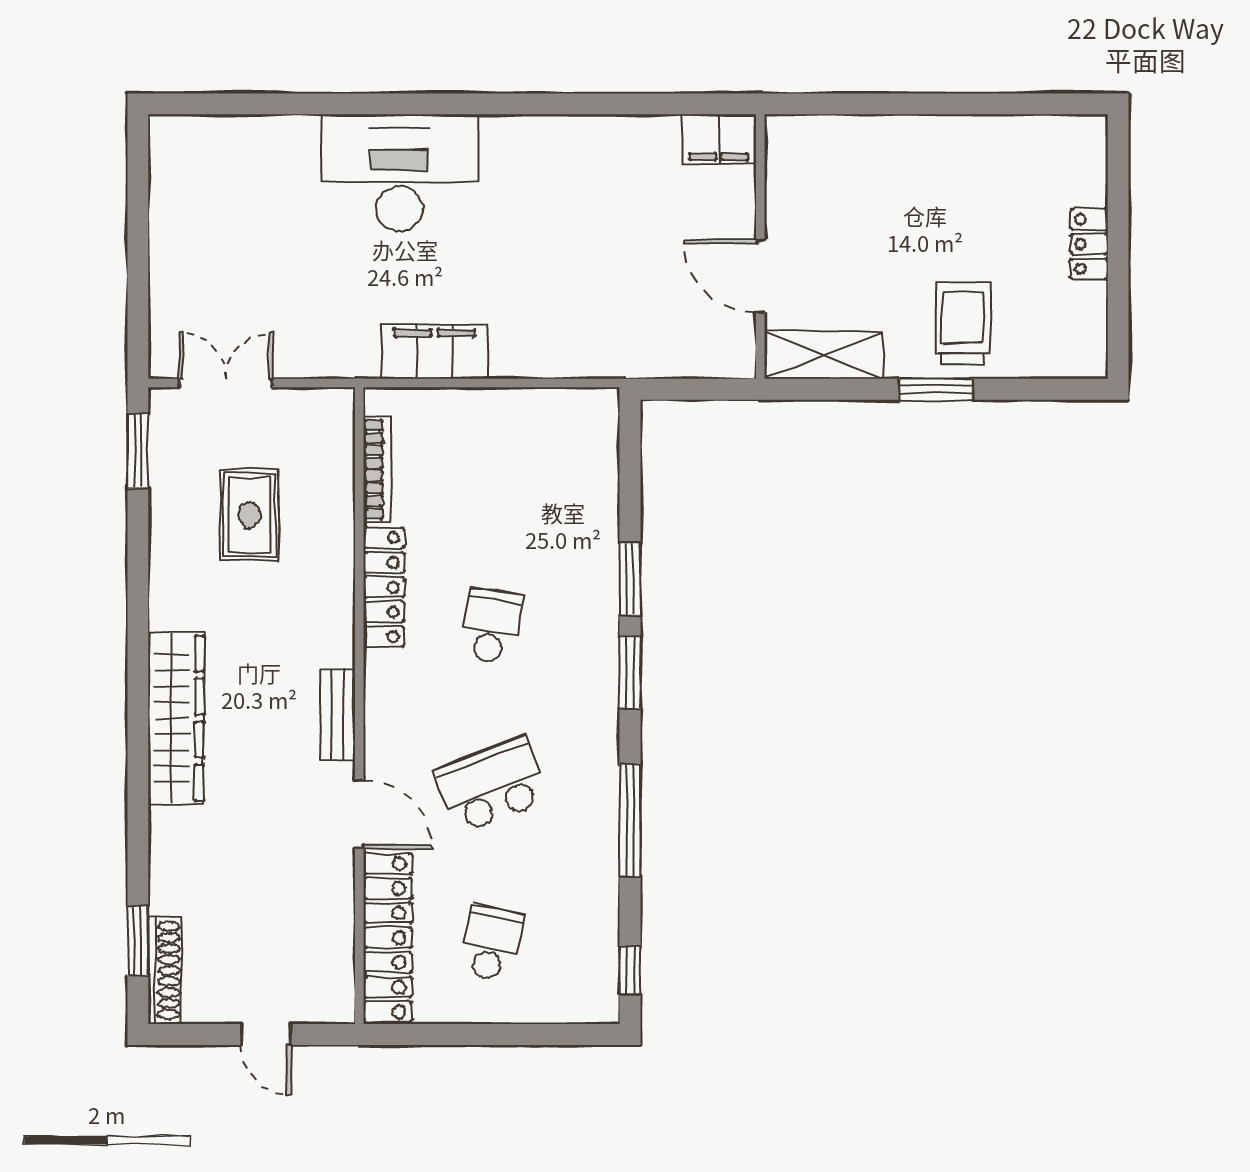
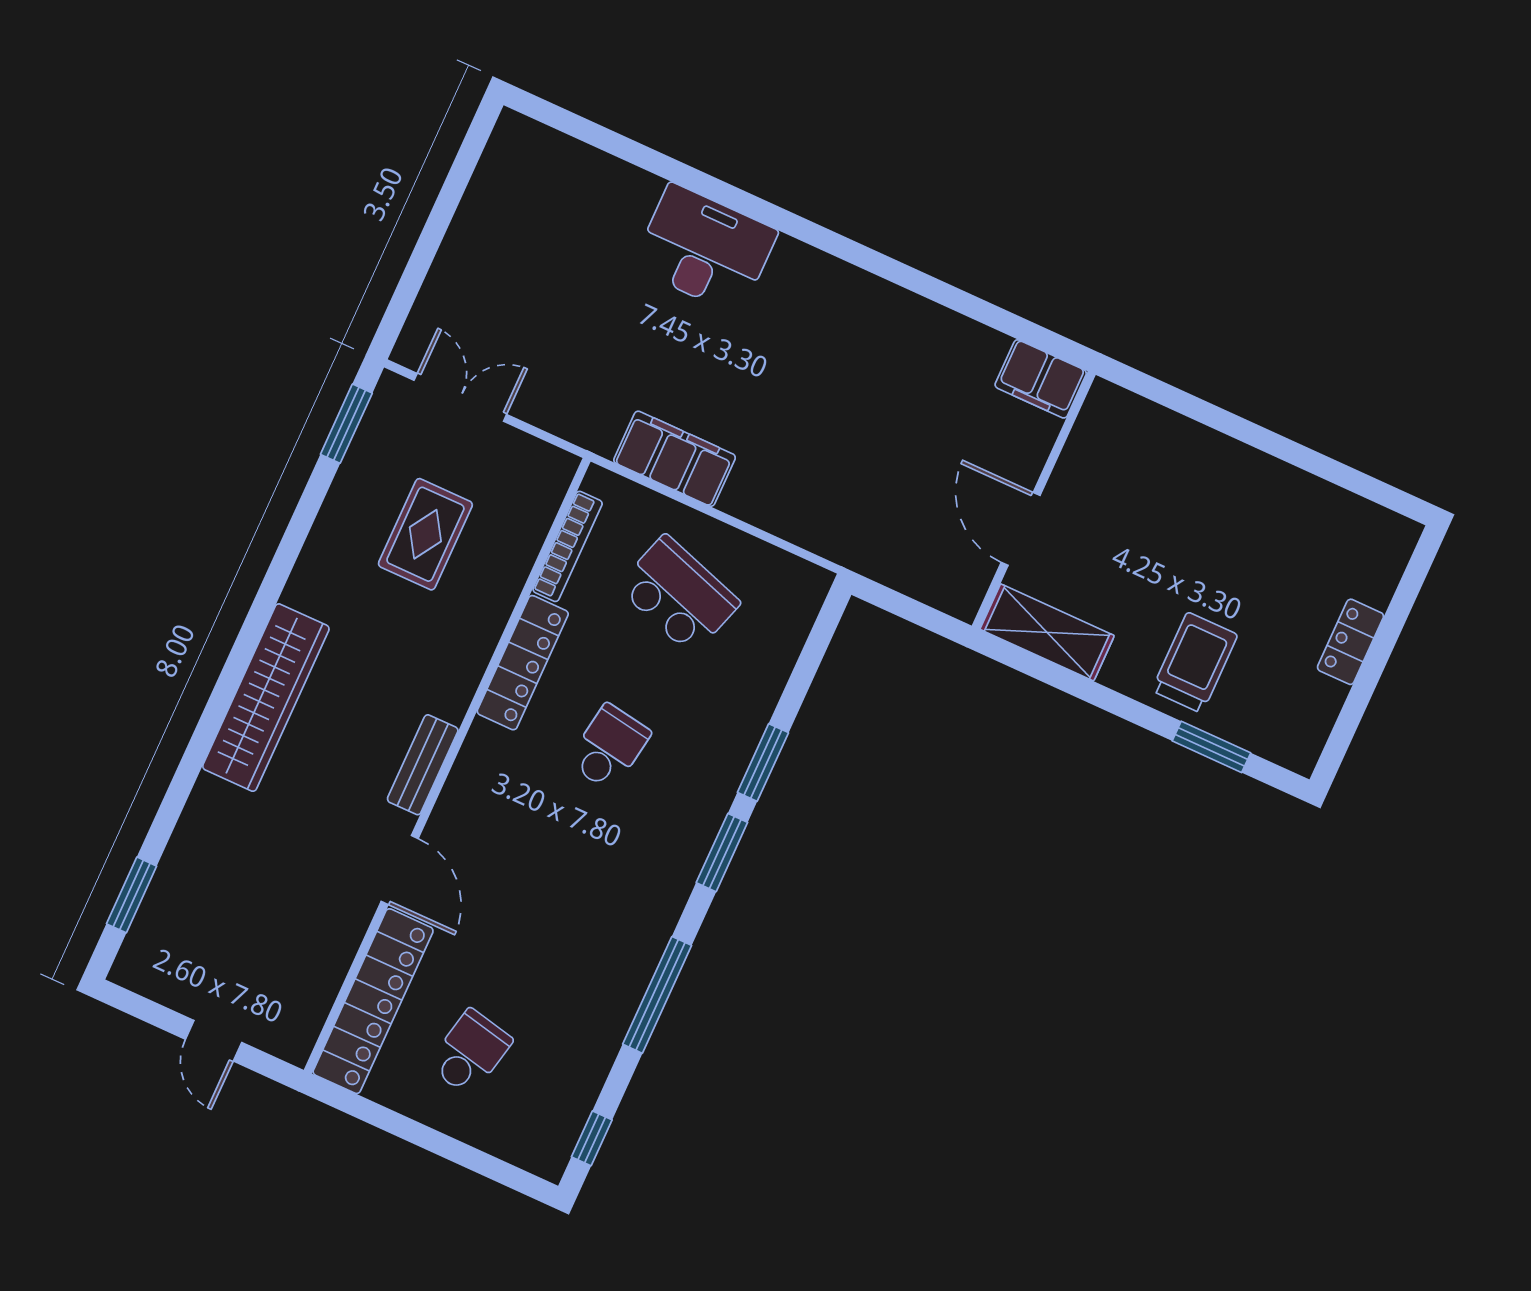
desk: (399, 173) -> (705, 249), width x0.73, depth x0.77
window: (936, 389) -> (1211, 747), moved
school desk: (492, 785) -> (679, 595), moved, turned 39
shoe rack: (165, 970) -> (145, 935), removed

